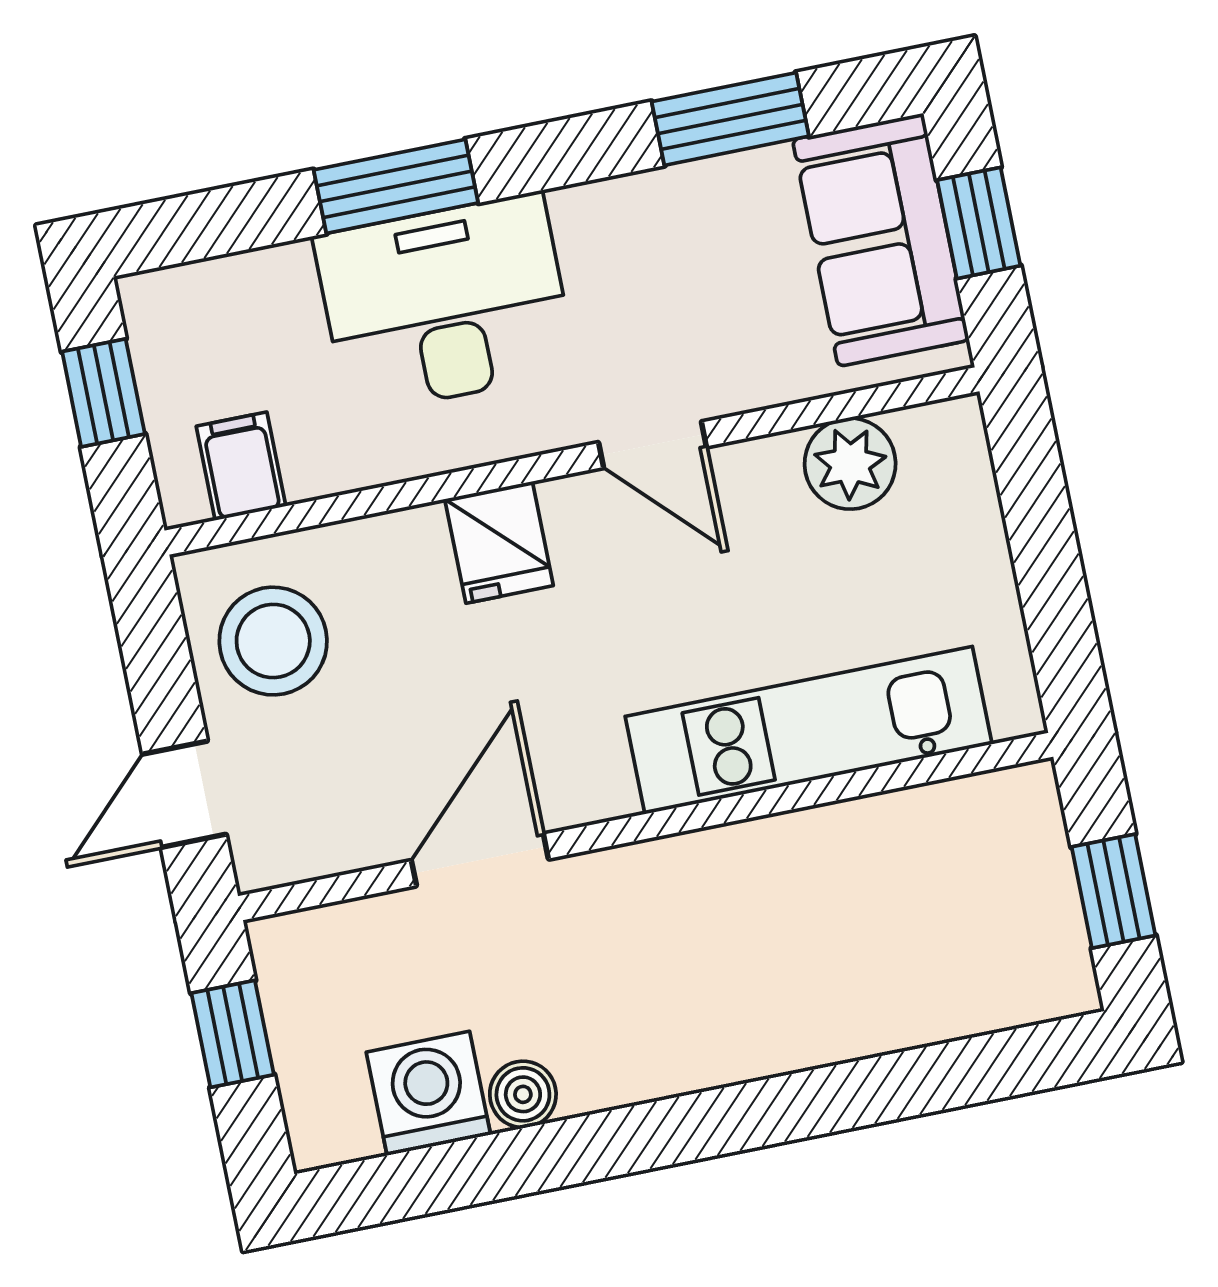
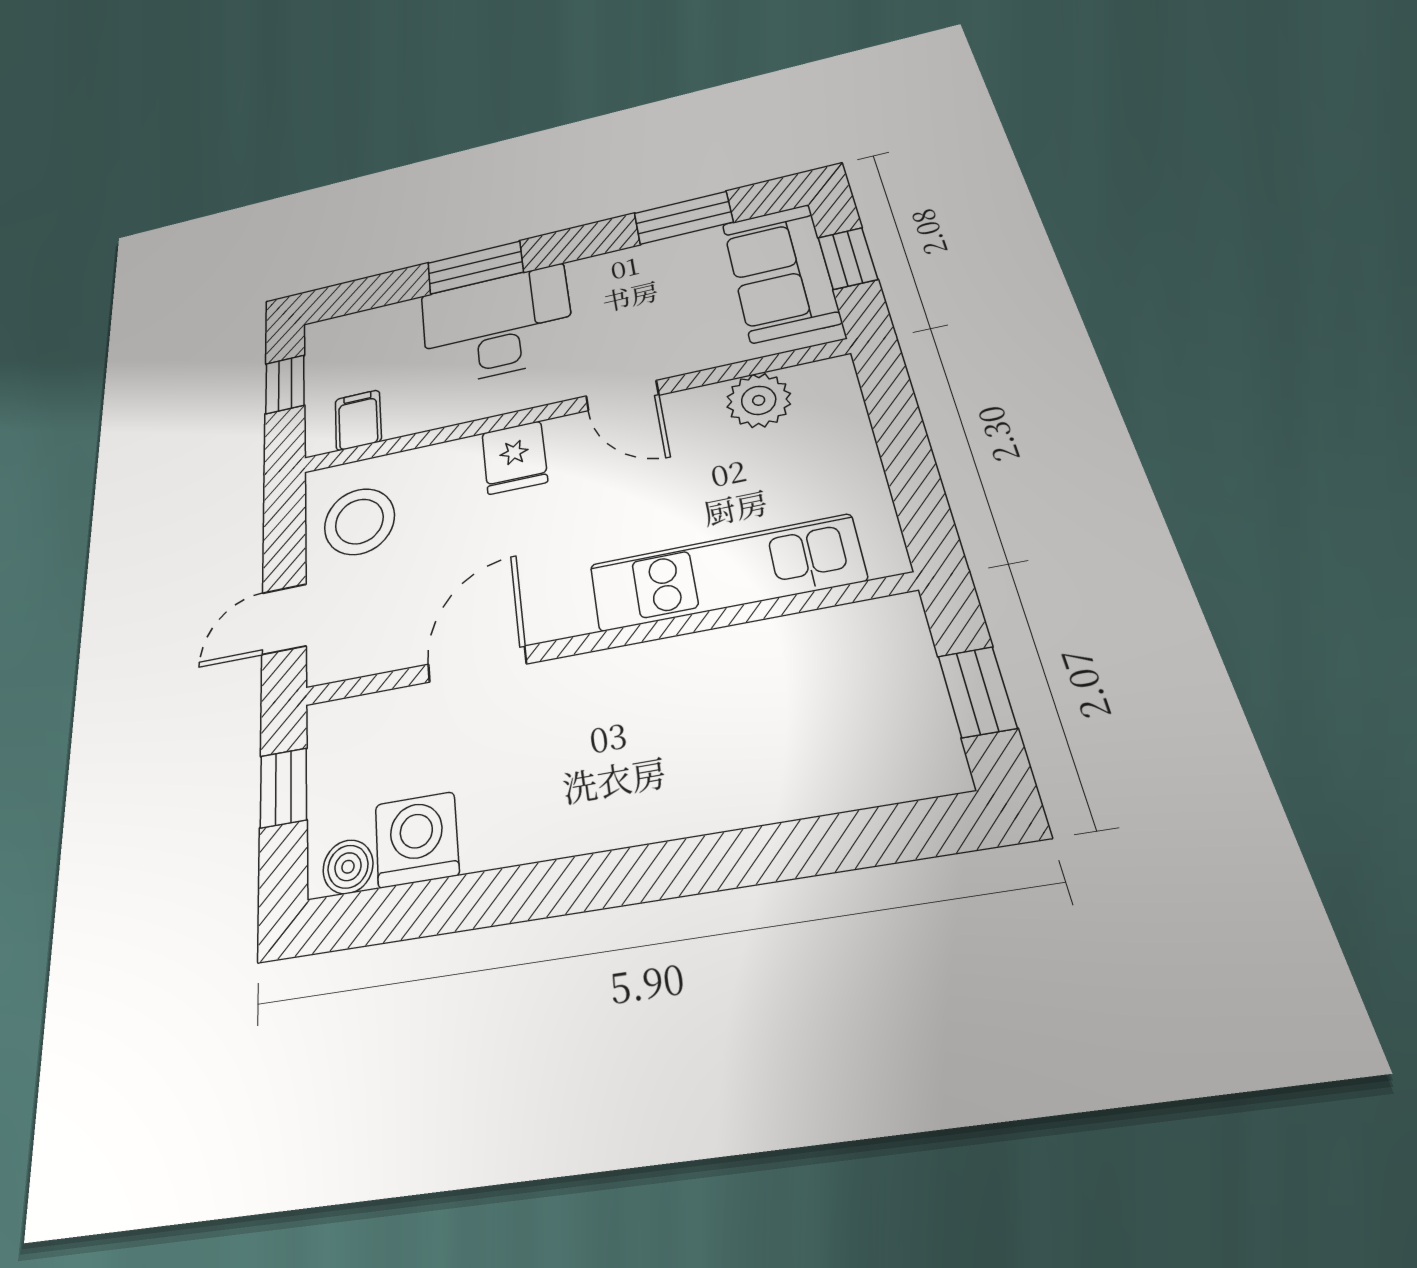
boiler: (523, 1094) -> (348, 867), moved

